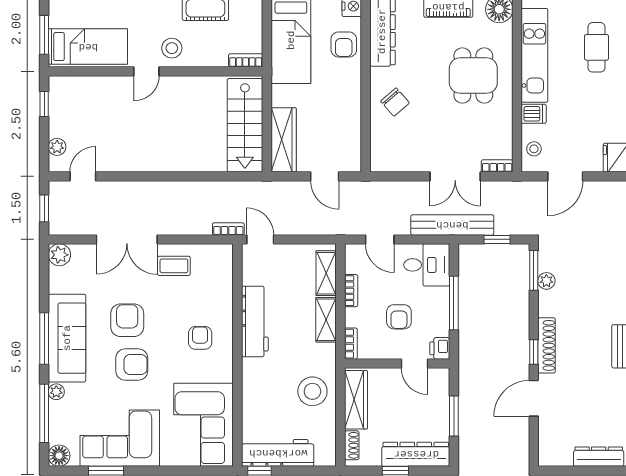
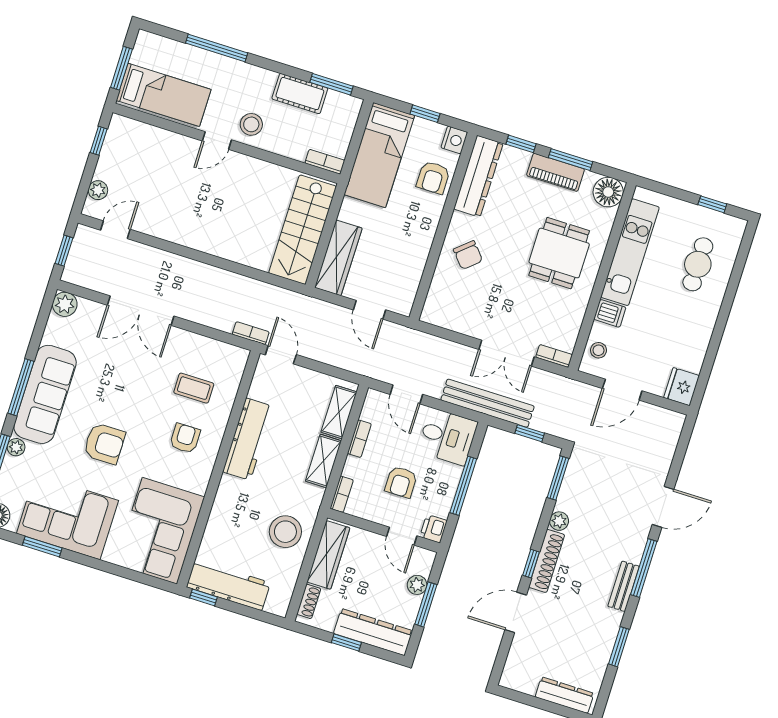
coffee table: (174, 266) -> (194, 388), moved
plant: (546, 281) -> (559, 521), moved
armchair: (127, 320) -> (114, 396), removed
plant: (441, 401) -> (417, 585), added

